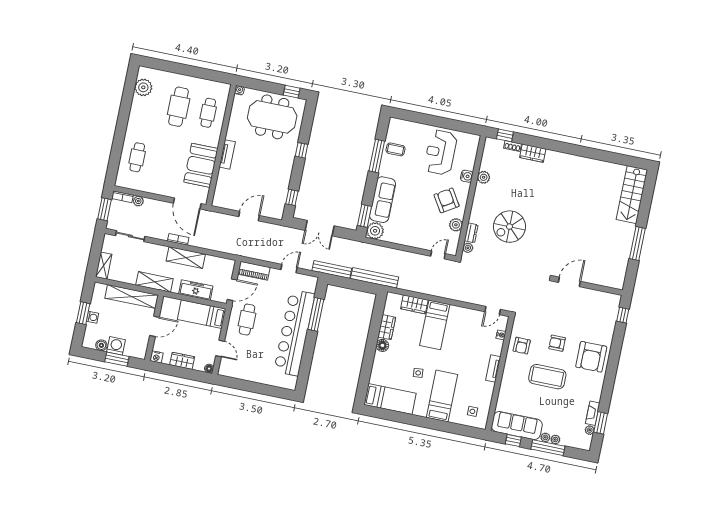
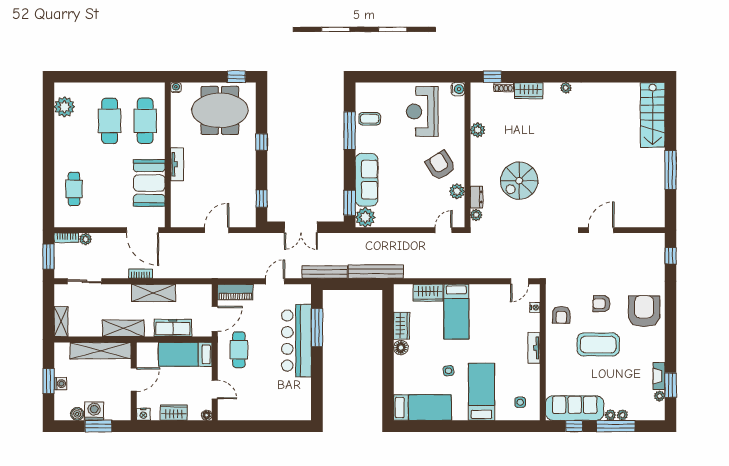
cafe table: (208, 113) -> (145, 121), width x1.37, depth x1.35
plant: (564, 157) -> (566, 88), added
water cooler: (467, 176) -> (458, 89), moved
bar counter: (294, 333) -> (296, 341), width x0.73
armchair: (591, 357) -> (644, 311), turned 180

